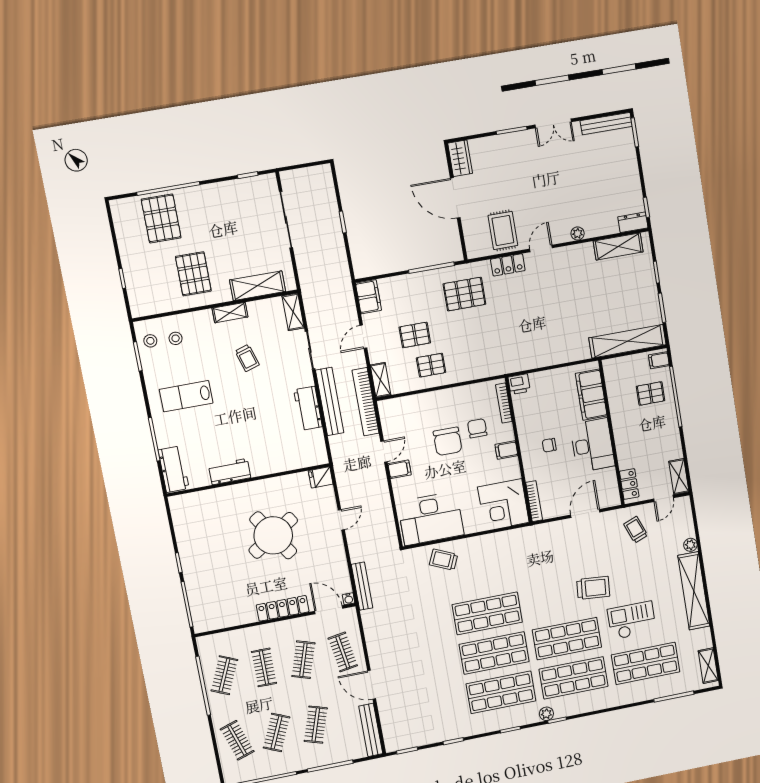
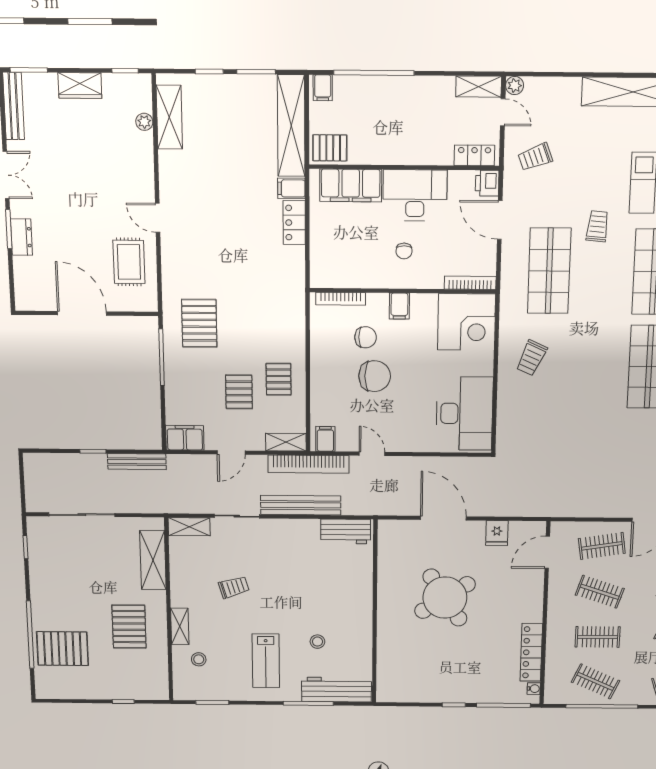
wardrobe: (460, 158) -> (80, 85), moved, turned 180
door: (455, 198) -> (82, 313), swing flipped
dresser: (633, 222) -> (21, 237), moved, turned 180
rug: (503, 230) -> (129, 262), turned 90
plant: (578, 234) -> (144, 122), moved
locker: (508, 265) -> (294, 223), moved, turned 180
pallet: (193, 274) -> (129, 627), turned 90
shelving: (230, 313) -> (180, 626), moved
door: (363, 337) -> (231, 452), hinge flipped
stool: (150, 341) -> (317, 642), moved
filing cabinet: (581, 349) -> (291, 188), added
printer: (519, 384) -> (487, 183), moved, turned 180
pallet: (651, 394) -> (330, 148), moved, turned 90
workbench: (308, 408) -> (346, 531), moved
chair: (477, 428) -> (366, 337), turned 180
workbench: (174, 469) -> (337, 690), width x1.38
filing cabinet: (400, 469) -> (325, 439), moved
workbench: (230, 472) -> (361, 631), removed
fridge: (321, 477) -> (497, 533), moved
door: (341, 520) -> (443, 518), width x1.87
plant: (690, 545) -> (515, 86), moved
trolley: (444, 560) -> (532, 358), moved
bench: (362, 586) -> (137, 462), moved
trolley: (593, 588) -> (597, 226), width x0.73, depth x0.72
water cooler: (349, 599) -> (534, 689), moved
locker: (283, 608) -> (531, 652), moved
shop shelf: (487, 613) -> (549, 271), moved

